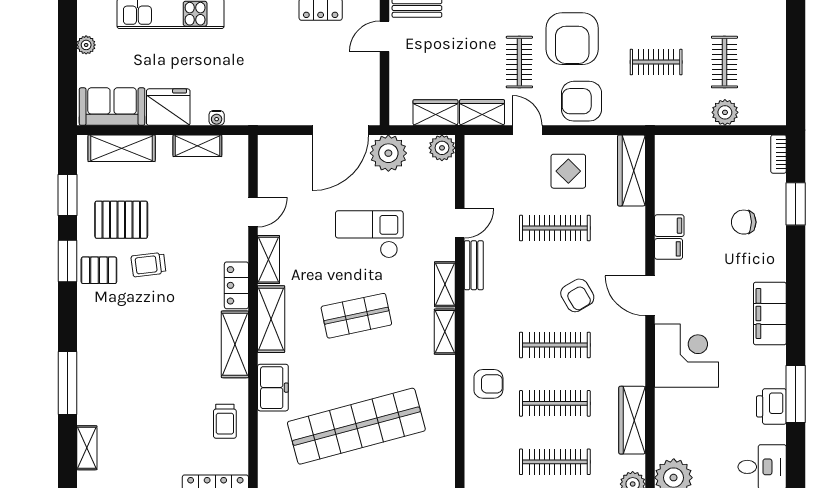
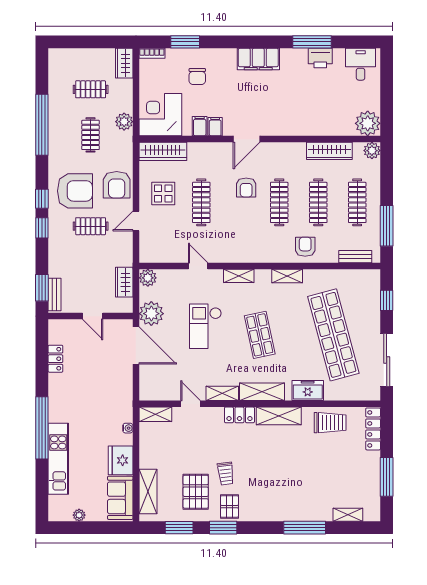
door: (385, 36) -> (93, 316), moved
wardrobe: (482, 112) -> (124, 63), moved
plant: (725, 112) -> (124, 122), moved
shelving: (197, 146) -> (155, 414), moved, turned 90
bench: (474, 265) -> (355, 257), moved
armchair: (577, 295) -> (246, 187), turned 120
shelving: (445, 332) -> (287, 276), moved
corner desk: (686, 356) -> (160, 115), moved
trolley: (225, 421) -> (330, 423), width x1.36, depth x1.39

